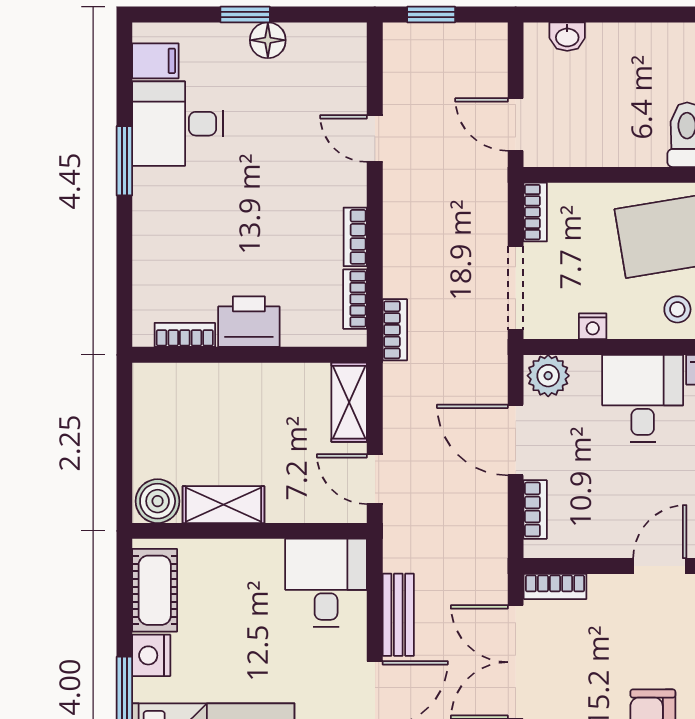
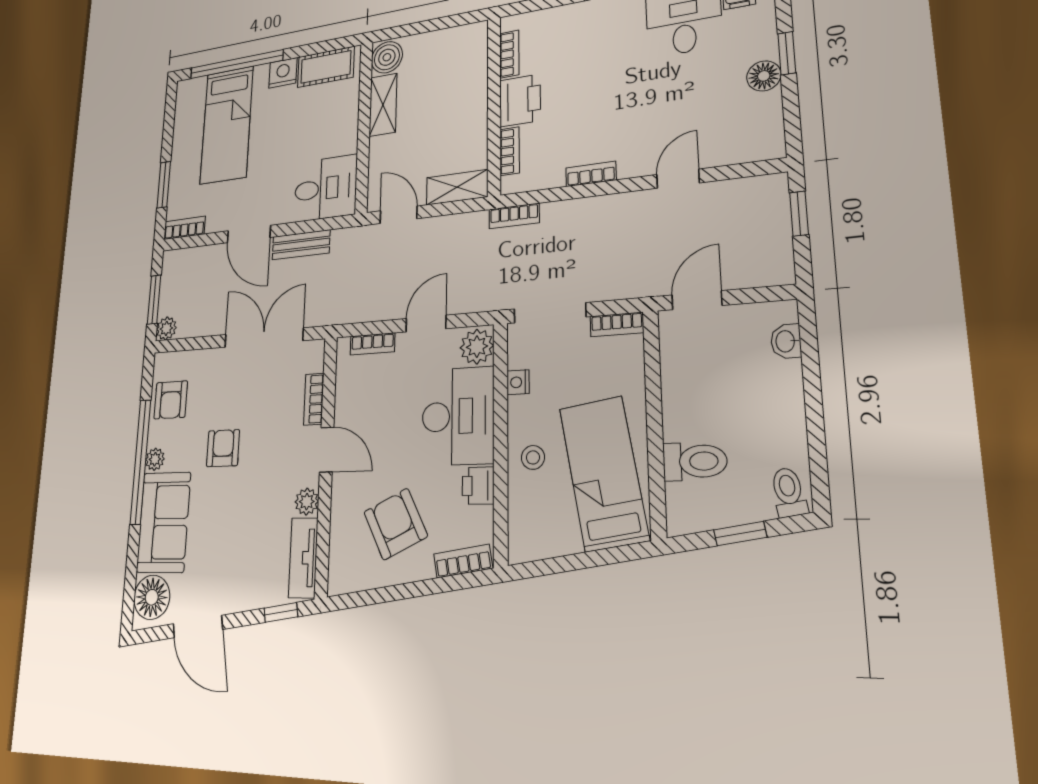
bookcase: (355, 299) -> (510, 151), moved, turned 90
desk: (643, 398) -> (458, 416), width x1.37
door: (516, 440) -> (426, 324), width x0.73
door: (375, 479) -> (399, 215), hinge flipped
bookcase: (555, 586) -> (314, 399), moved

